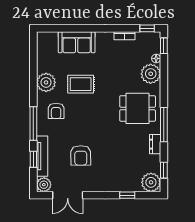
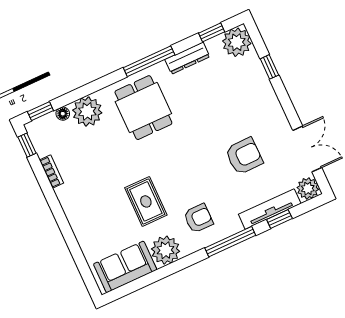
sofa: (77, 42) -> (125, 267), moved, turned -90
dresser: (155, 144) -> (187, 58), width x1.44

